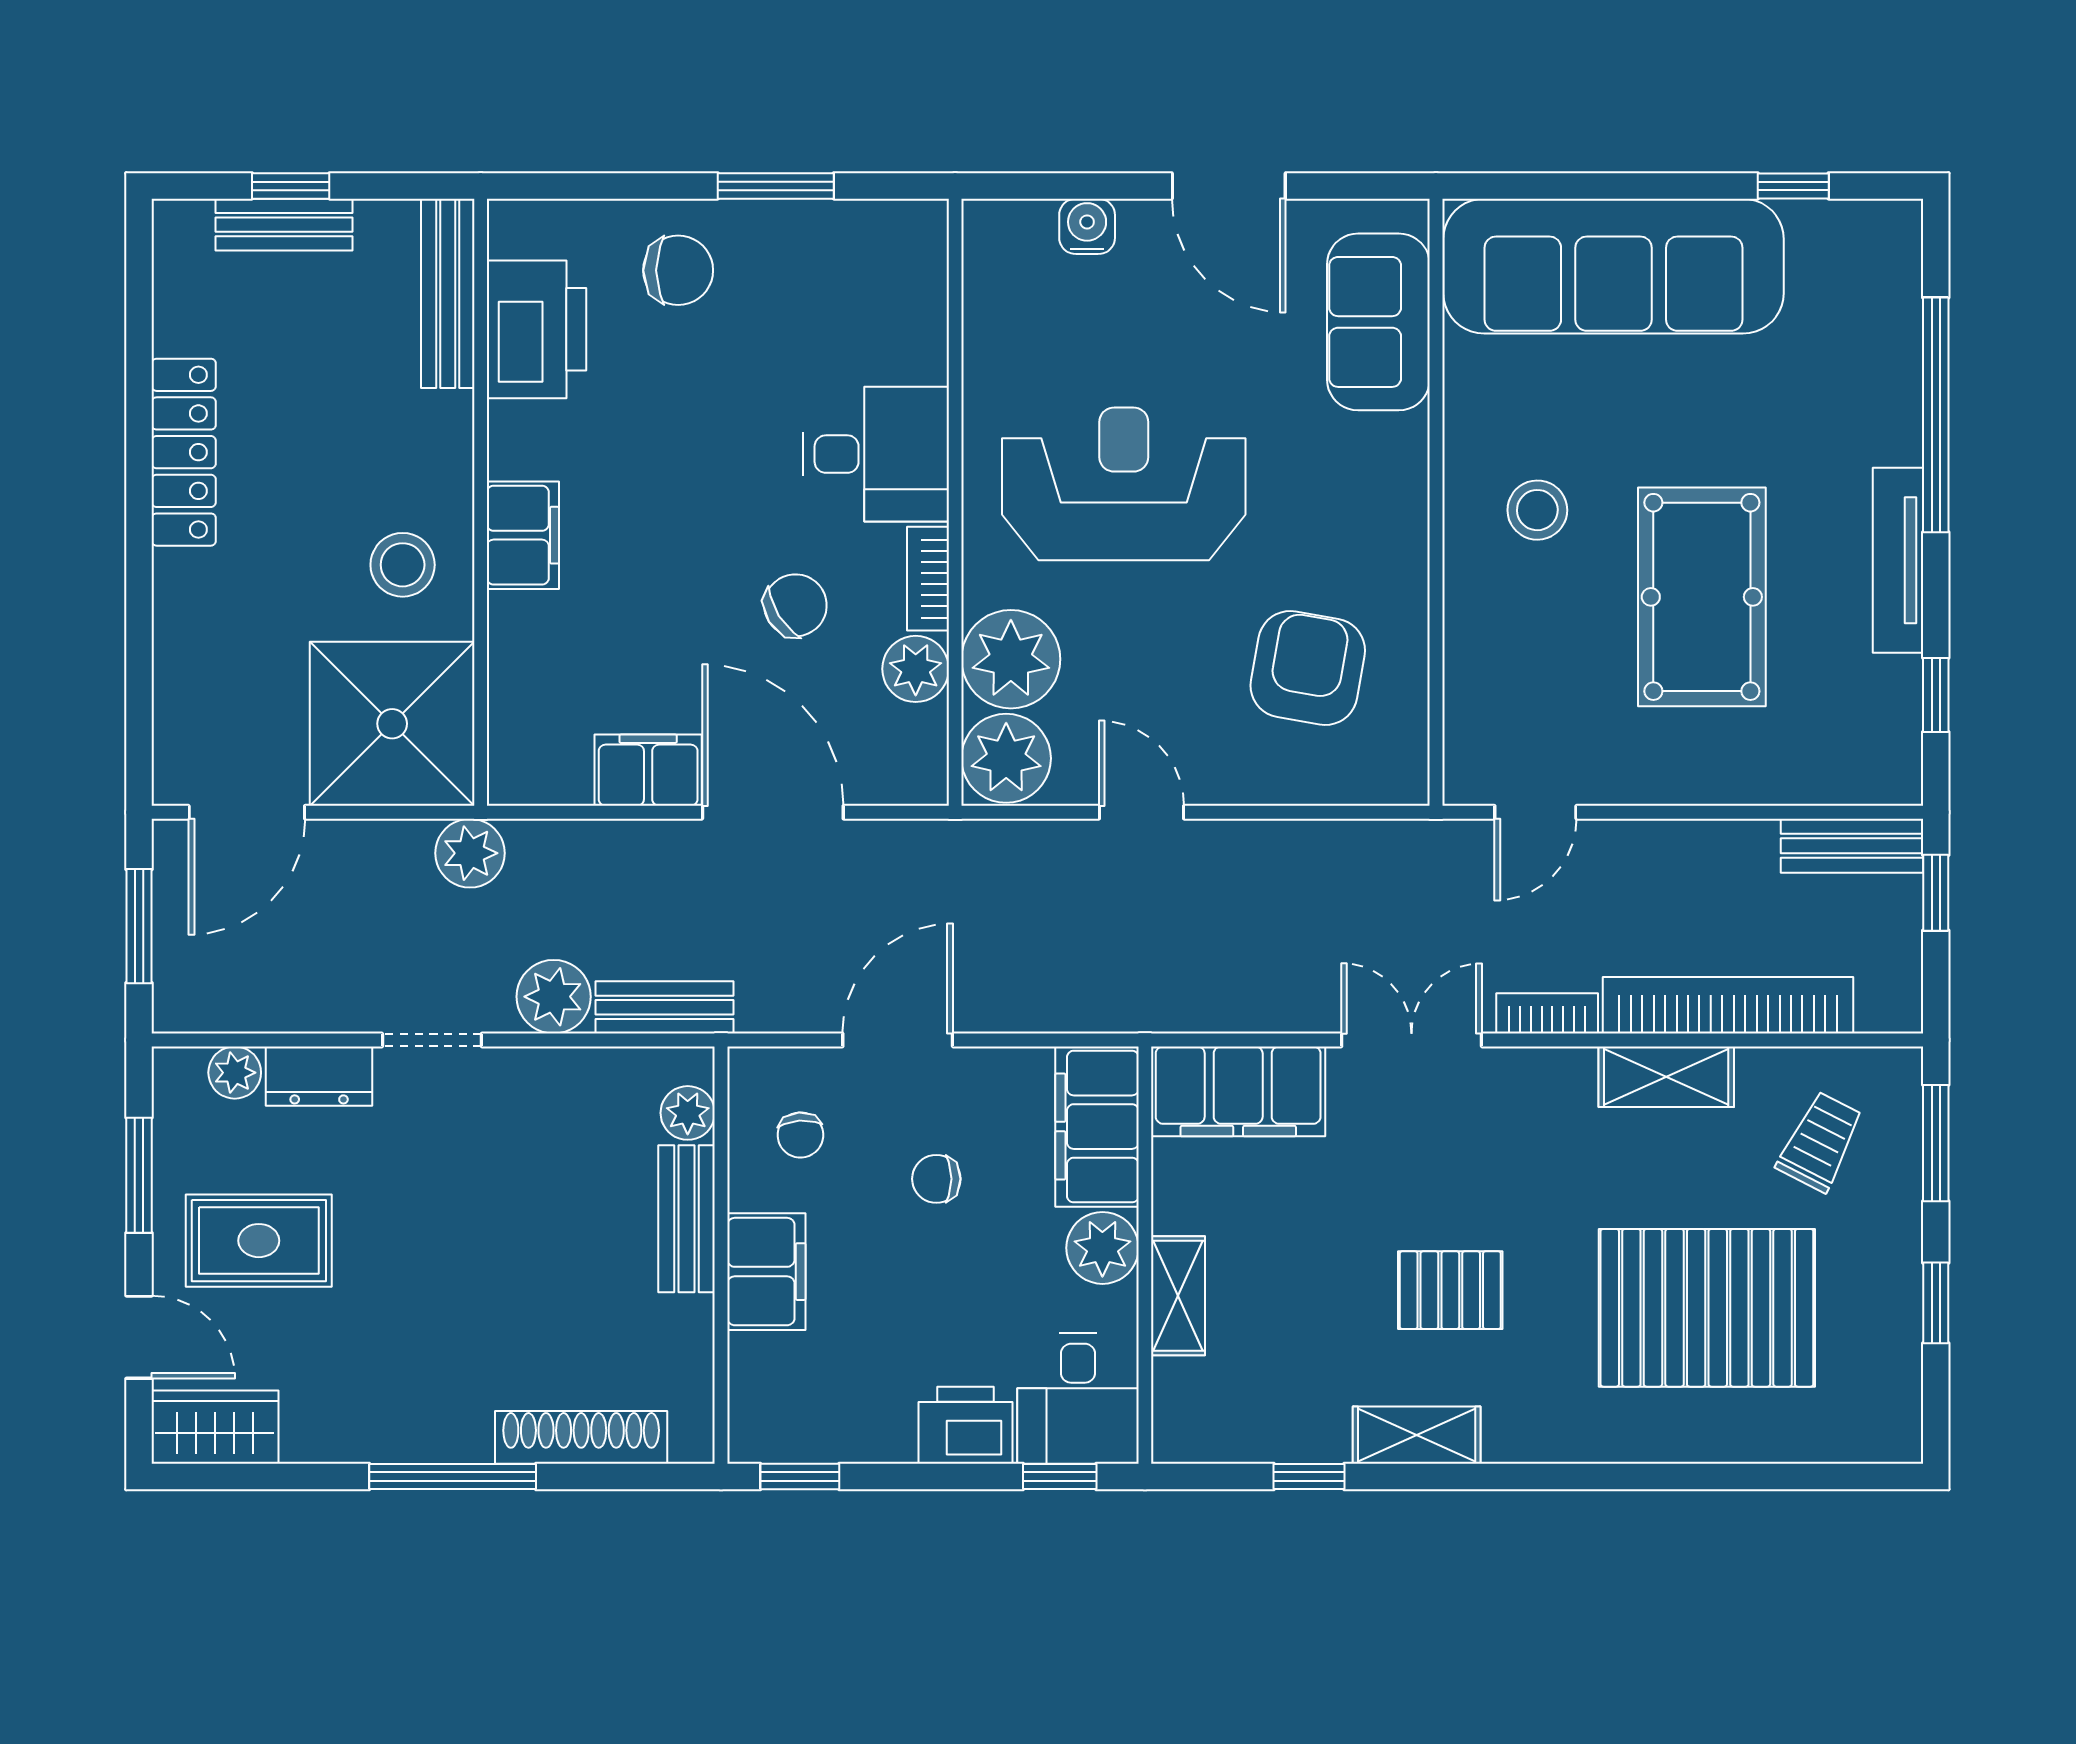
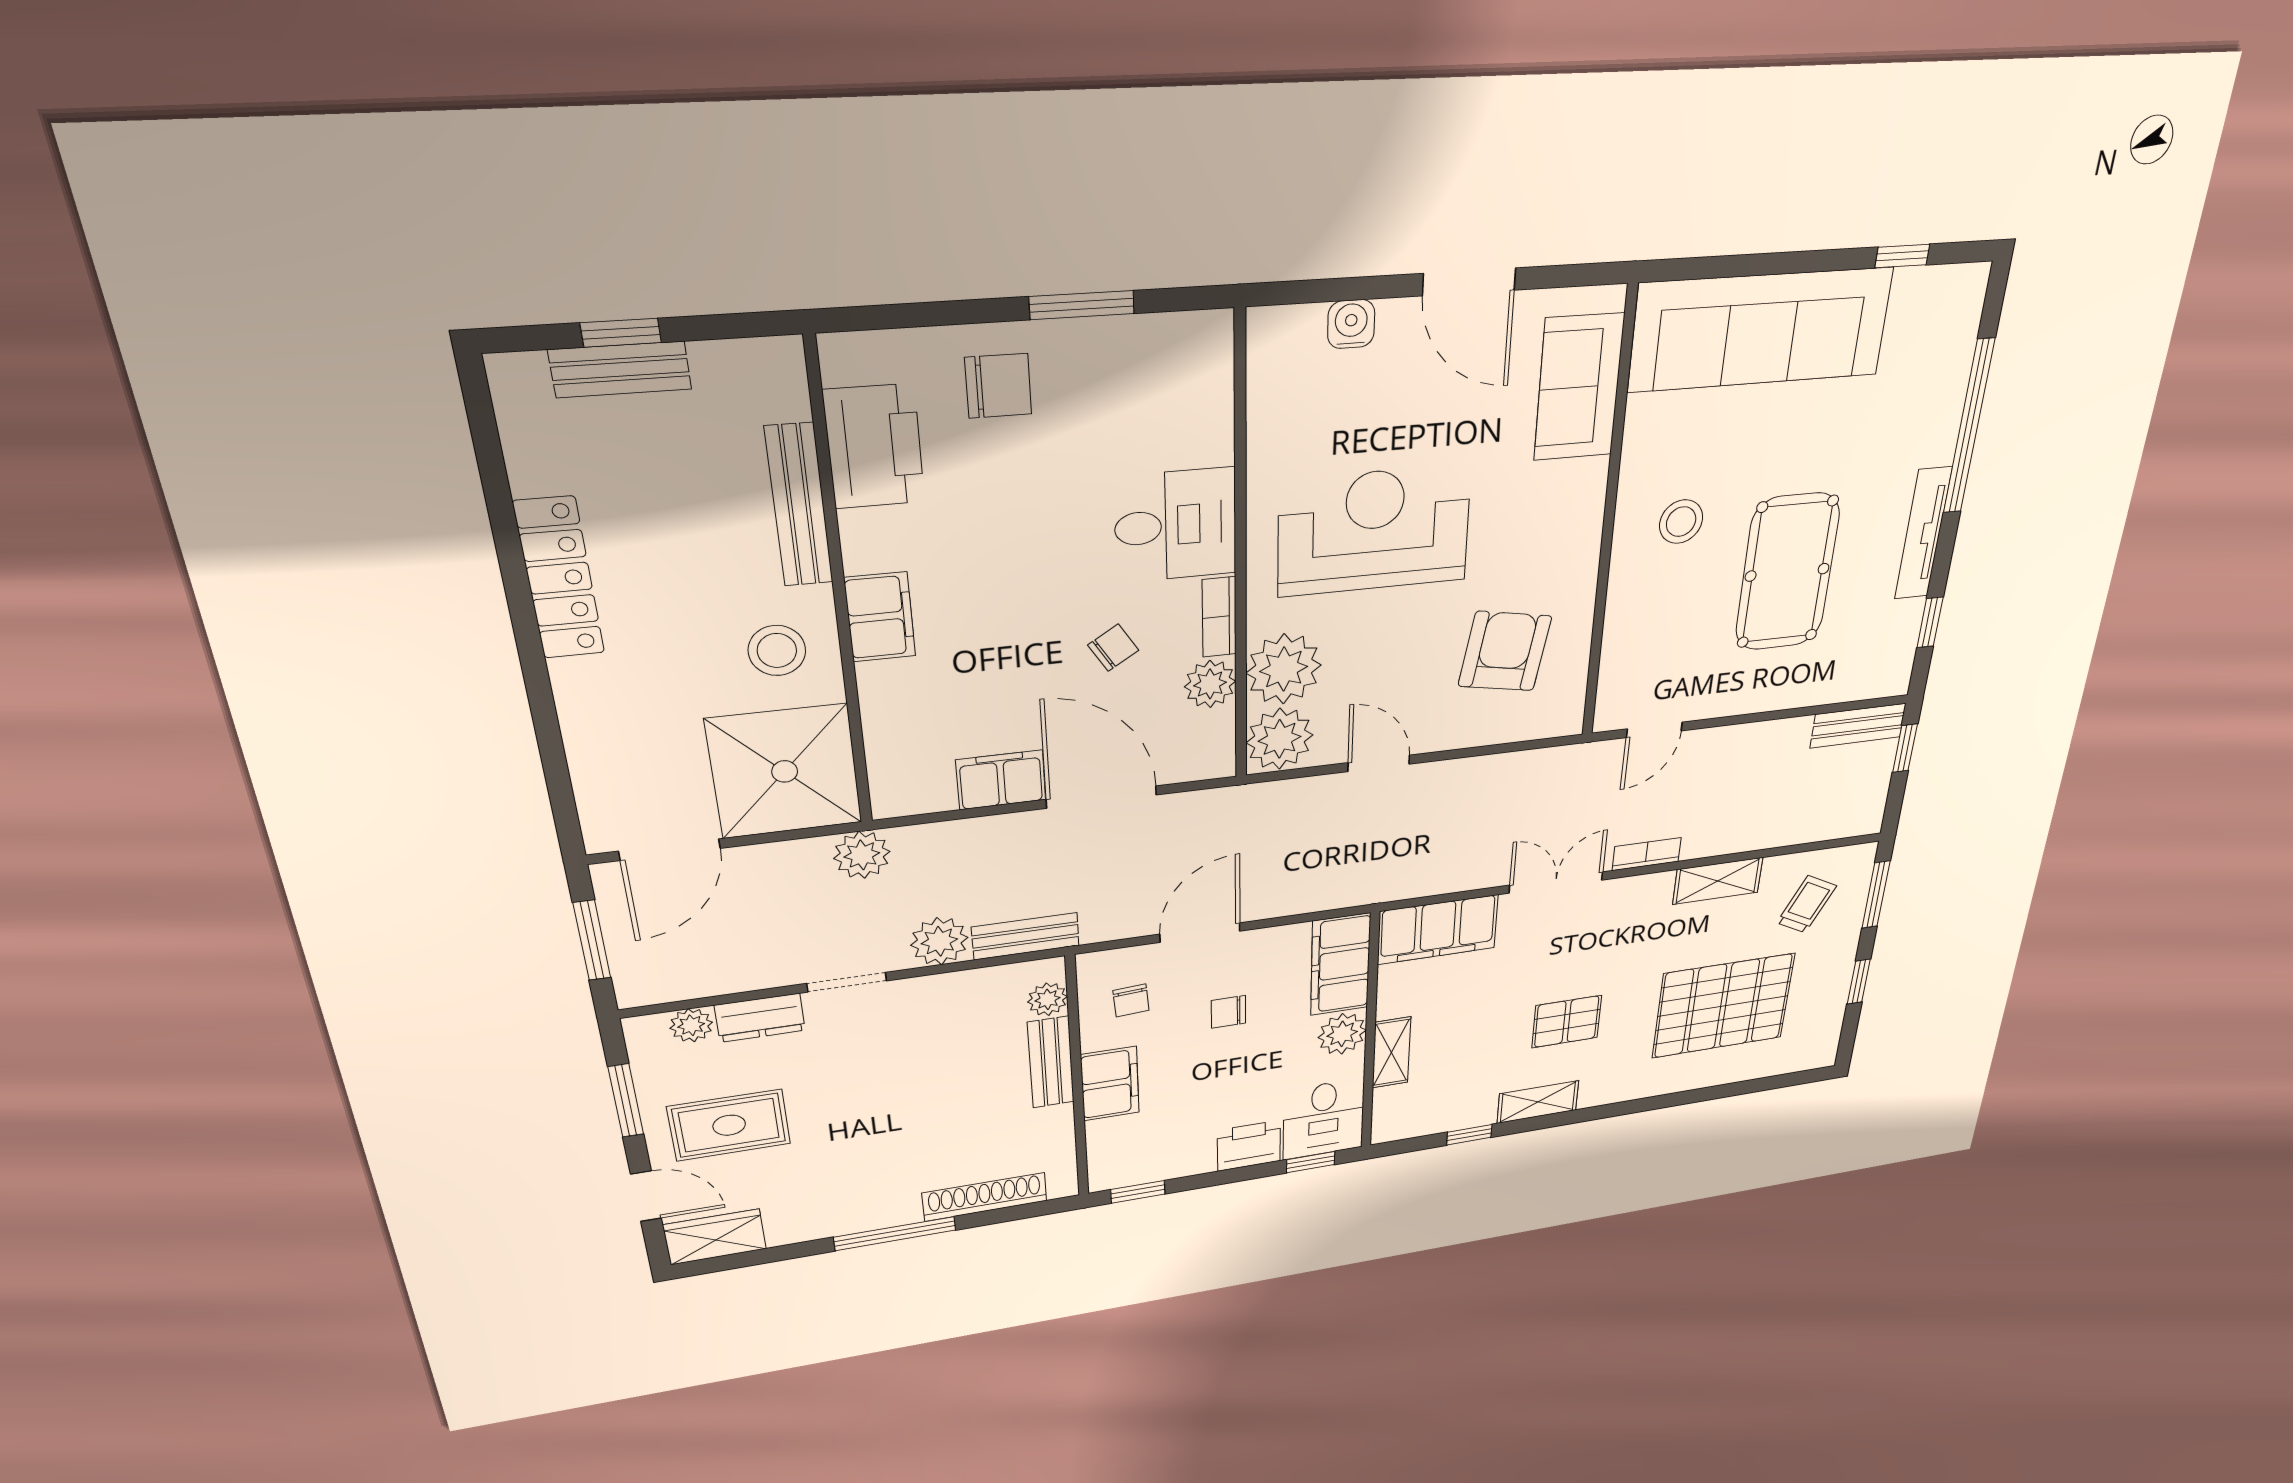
bench: (448, 293) -> (799, 506), moved
chair: (795, 605) -> (1113, 648), width x0.73, depth x0.73
bookcase: (1728, 1005) -> (1763, 833), removed

